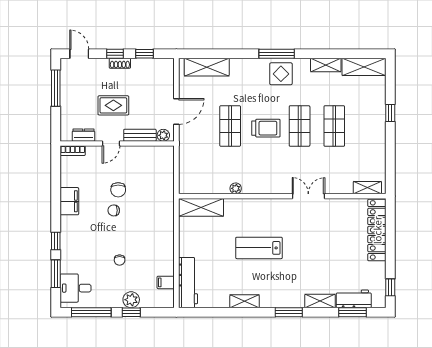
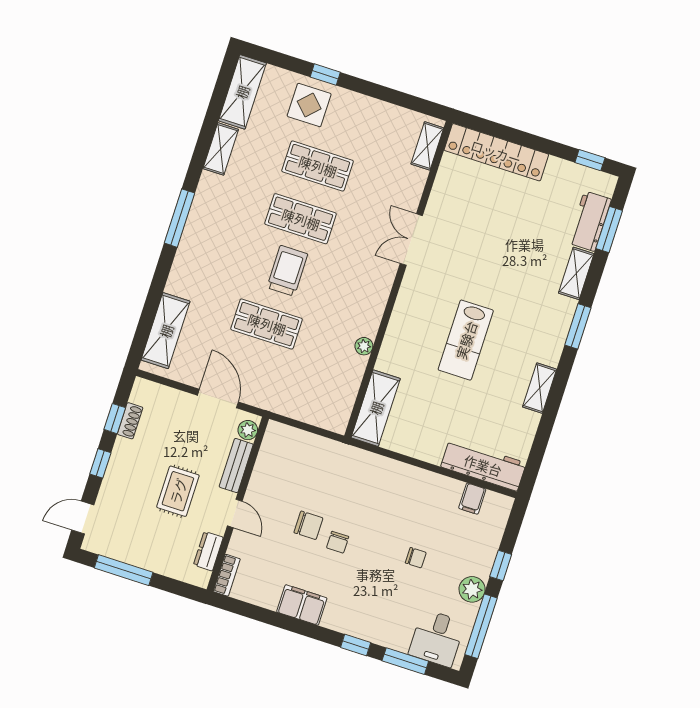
shoe rack: (120, 63) -> (130, 421), moved
display table: (281, 74) -> (309, 105), moved
plant: (131, 300) -> (472, 589), moved

